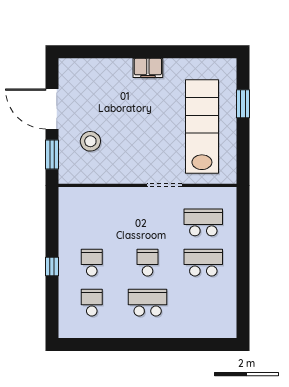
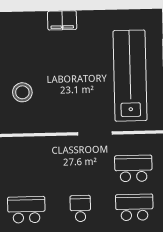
filing cabinet: (148, 68) -> (62, 20), moved
school desk: (92, 263) -> (26, 210), width x1.85

